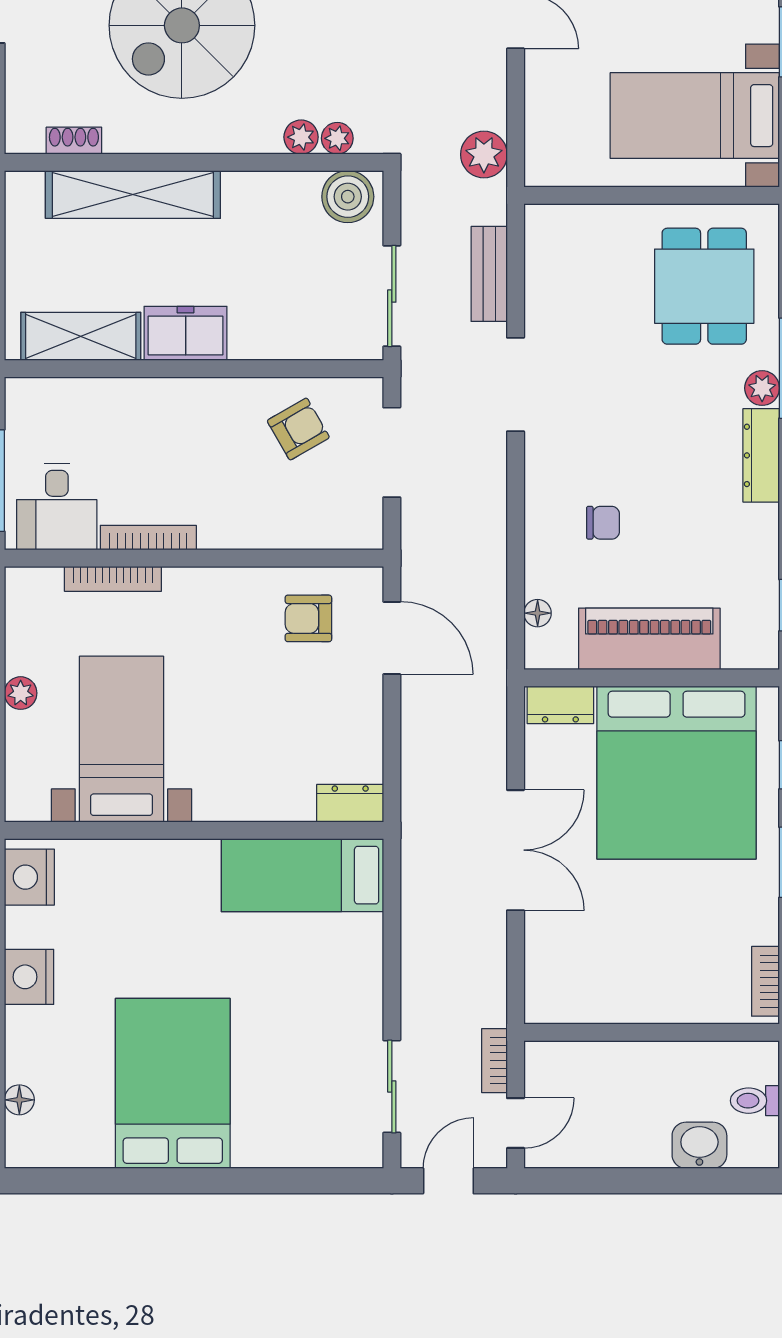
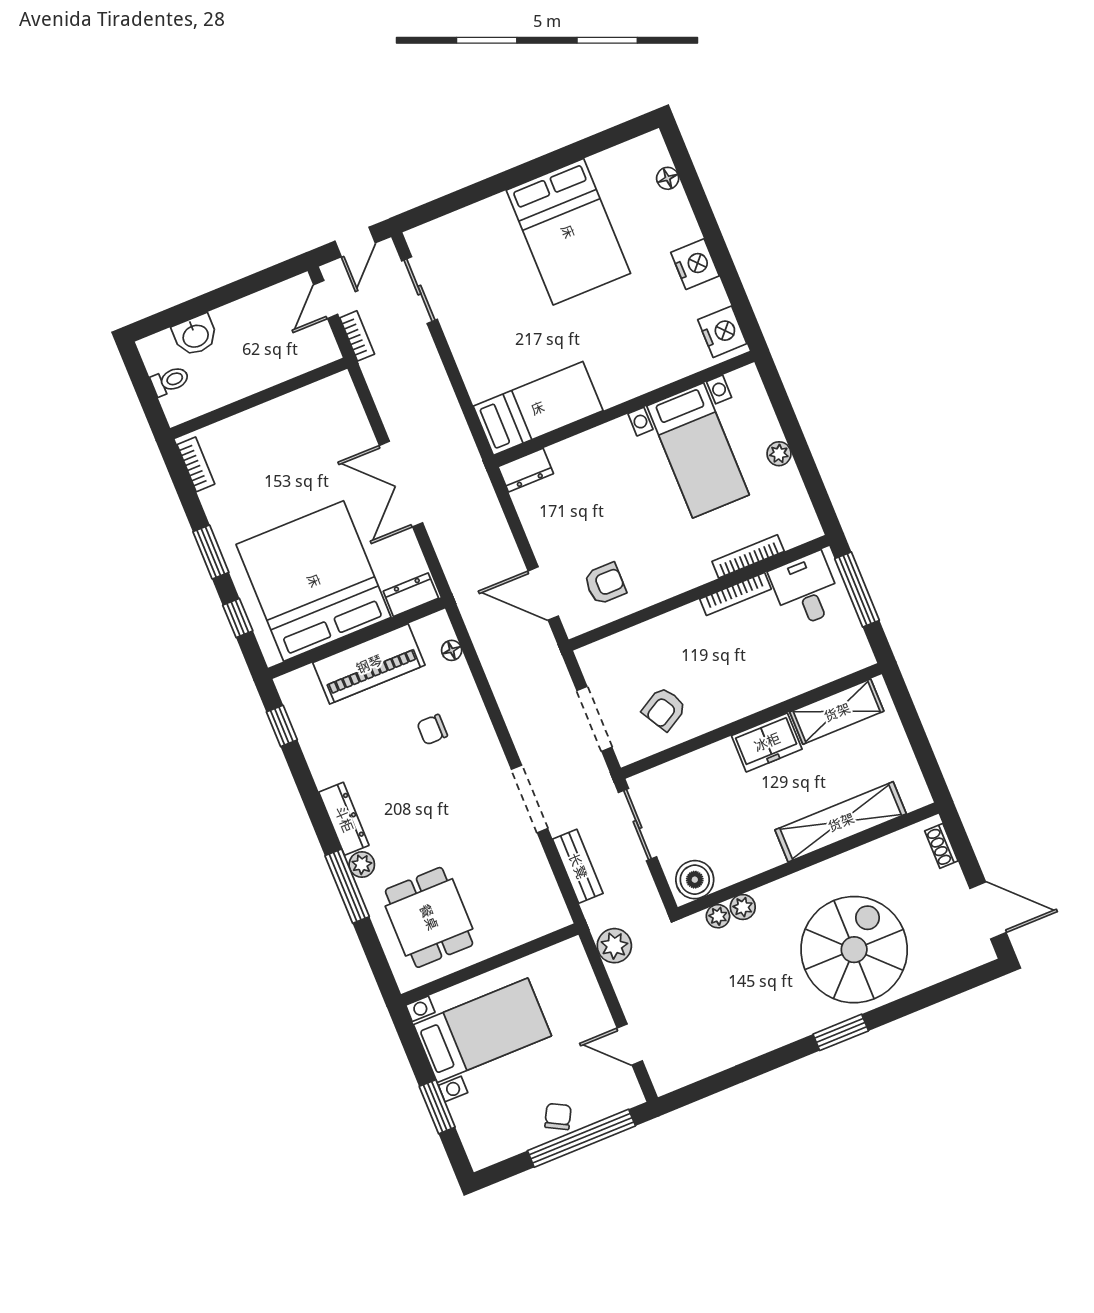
shoe rack: (74, 141) -> (941, 846), moved, turned 90

